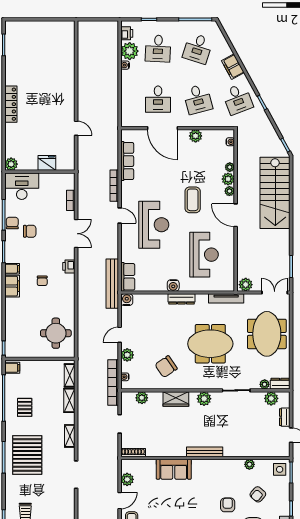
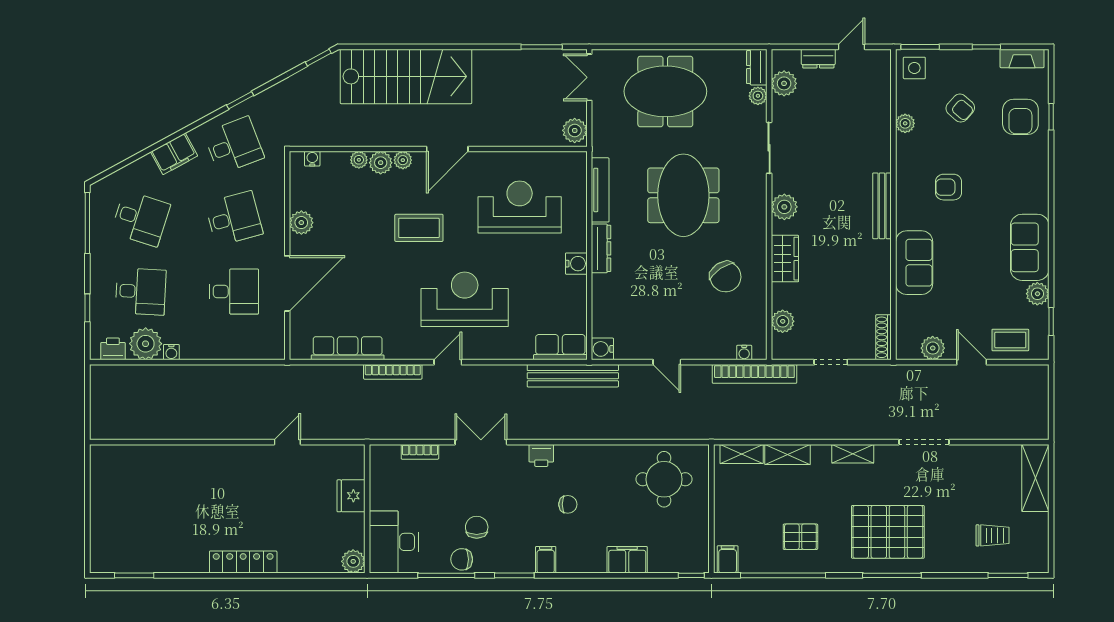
filing cabinet: (12, 286) -> (627, 560), moved
tv unit: (226, 298) -> (600, 190), moved
plant: (127, 355) -> (704, 348), removed
armchair: (228, 505) -> (949, 187), moved

